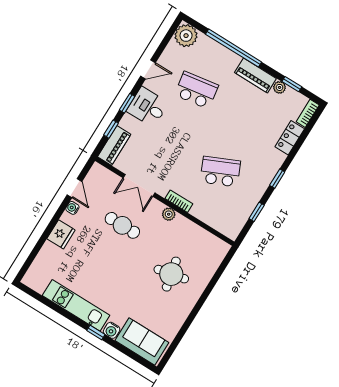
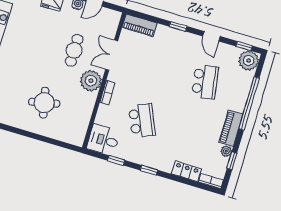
desk: (148, 107) -> (103, 140), moved, turned -90
window: (111, 129) -> (244, 46), moved
plant: (169, 214) -> (91, 81), width x1.88, depth x1.88

